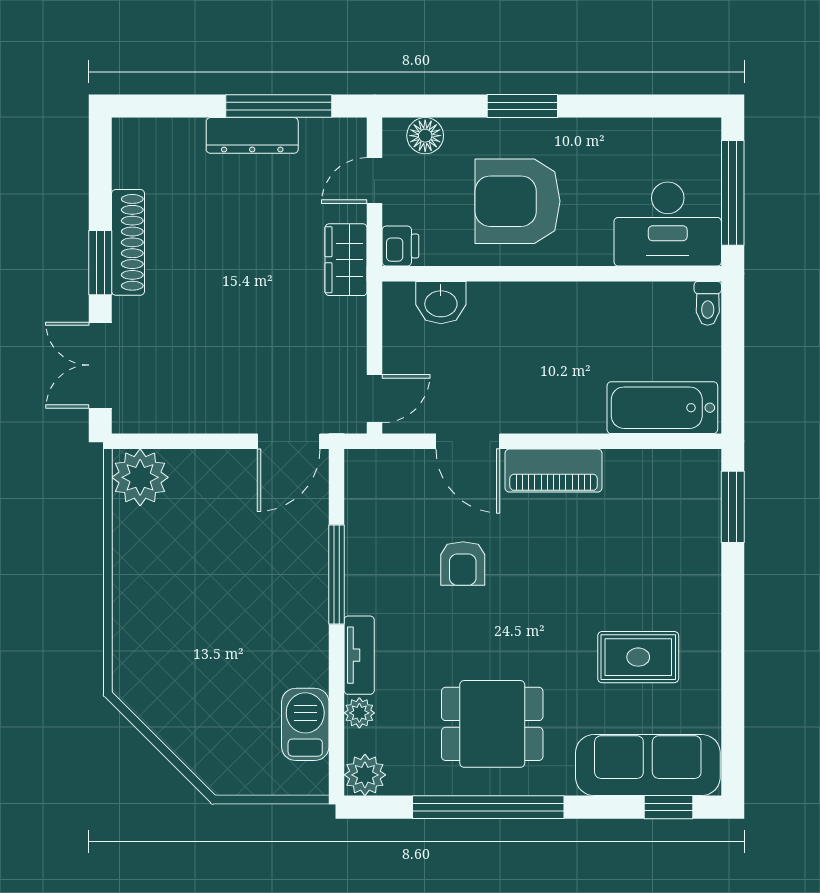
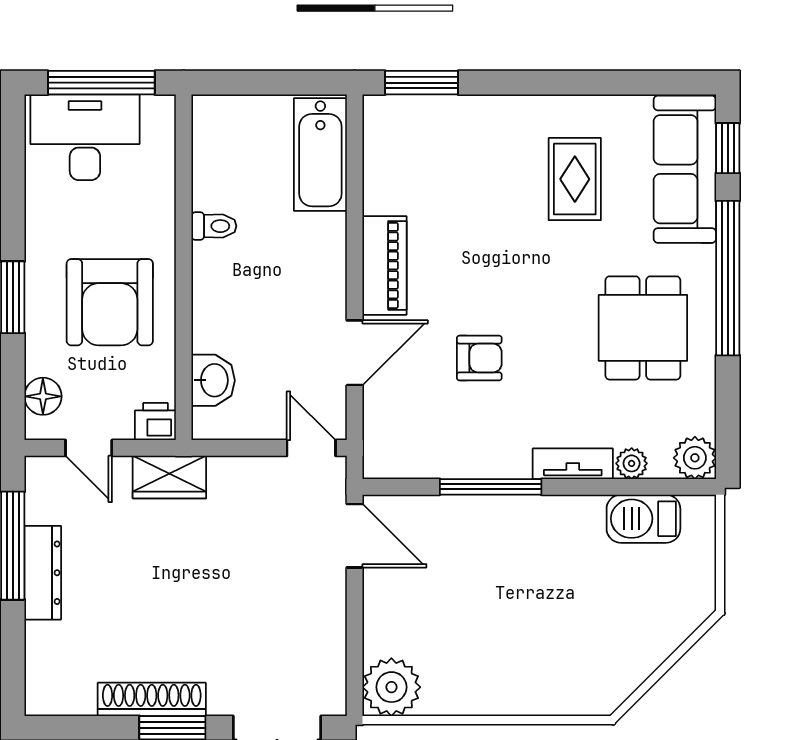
desk: (668, 224) -> (85, 137), moved, turned -90
toilet: (708, 303) -> (214, 226), moved
window: (488, 807) -> (728, 278), moved

